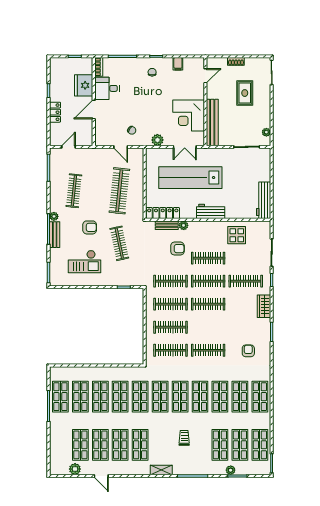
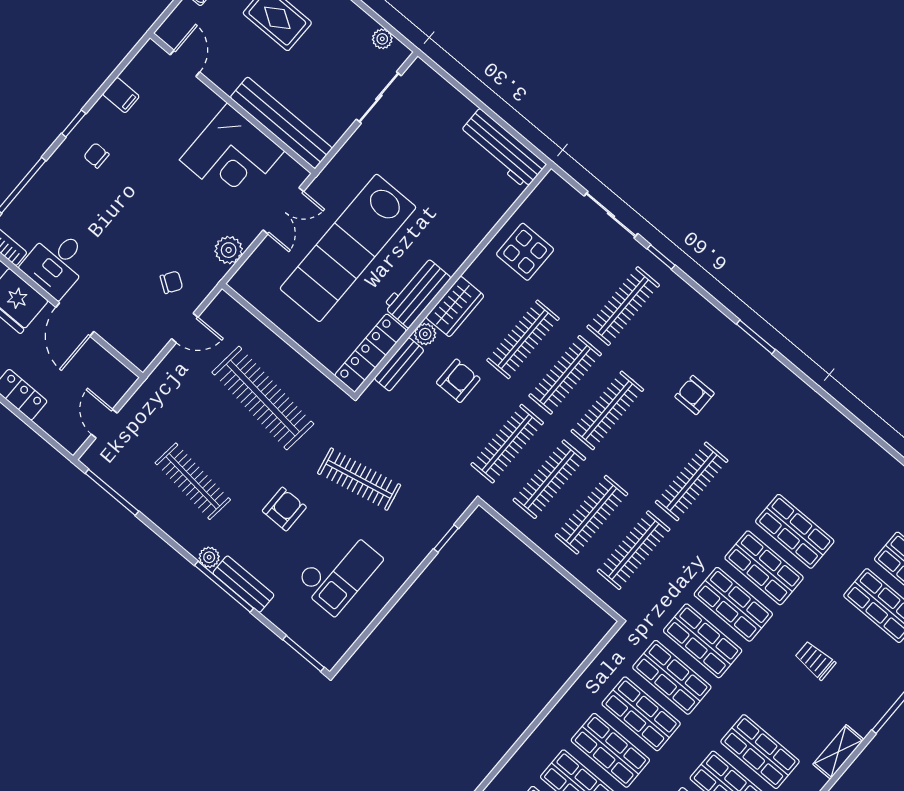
workbench: (211, 211) -> (417, 292), moved
wardrobe: (264, 306) -> (455, 307), moved, turned -90
armchair: (248, 351) -> (695, 395), moved
shop shelf: (240, 397) -> (825, 495), removed
shop shelf: (260, 397) -> (856, 458), removed

